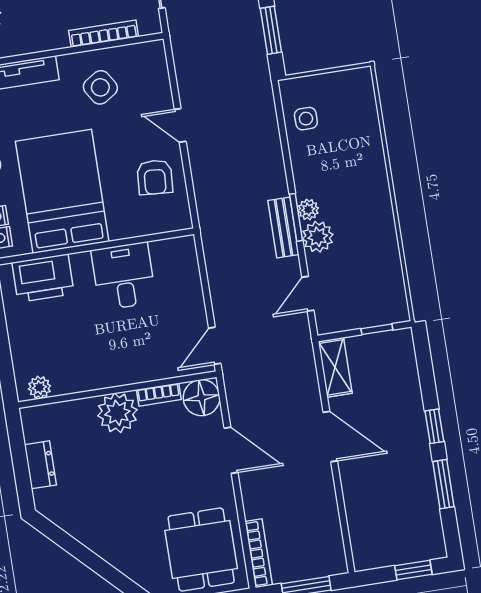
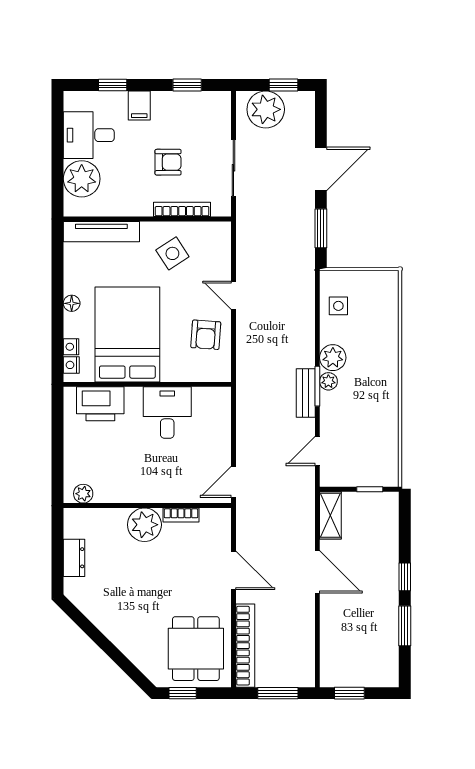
plant: (318, 237) -> (333, 358), moved
floor lamp: (202, 398) -> (216, 523), removed
bookcase: (259, 553) -> (245, 646), width x1.48, depth x1.31
window: (413, 570) -> (349, 693), moved

